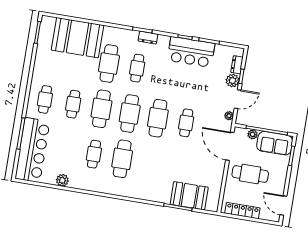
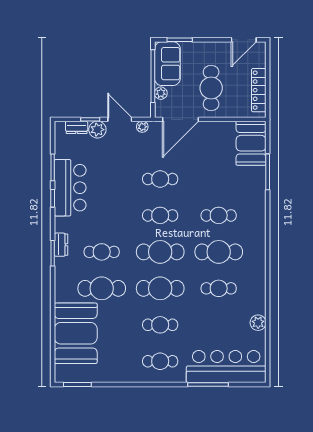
cafe table: (158, 118) -> (160, 215), width x0.73, depth x0.74
cafe table: (150, 163) -> (219, 215), added
booth: (189, 196) -> (251, 143), moved

